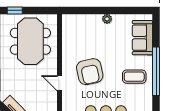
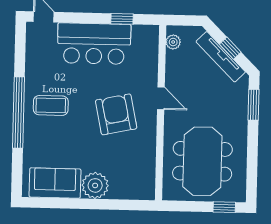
plant: (107, 19) -> (95, 185), width x1.87, depth x1.87
sofa: (142, 38) -> (55, 183), moved, turned -90

